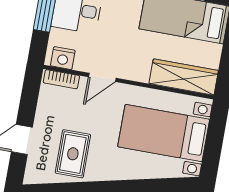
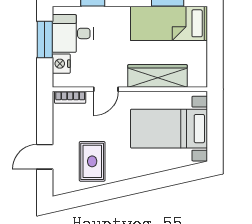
nightstand: (63, 58) -> (61, 64), moved, turned 90
wardrobe: (184, 77) -> (157, 76), moved

